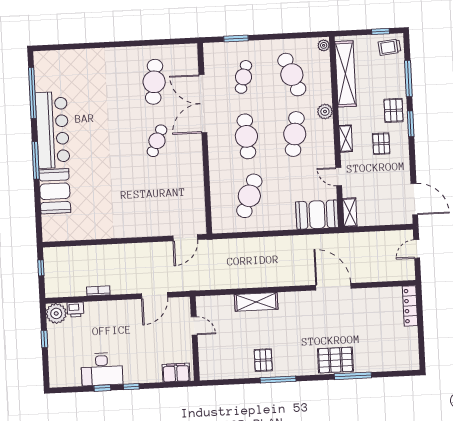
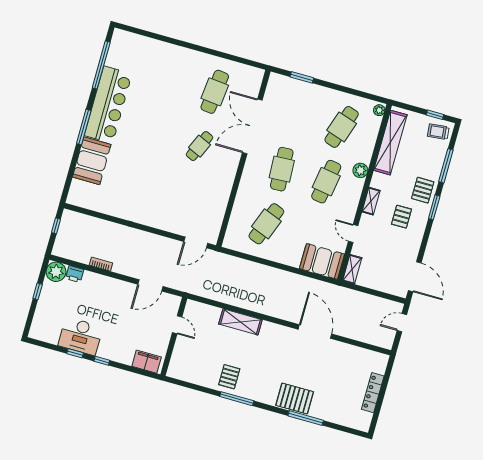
cafe table: (292, 75) -> (342, 127), turned 39
cafe table: (244, 77) -> (297, 114), removed
locker: (410, 306) -> (373, 393), moved

